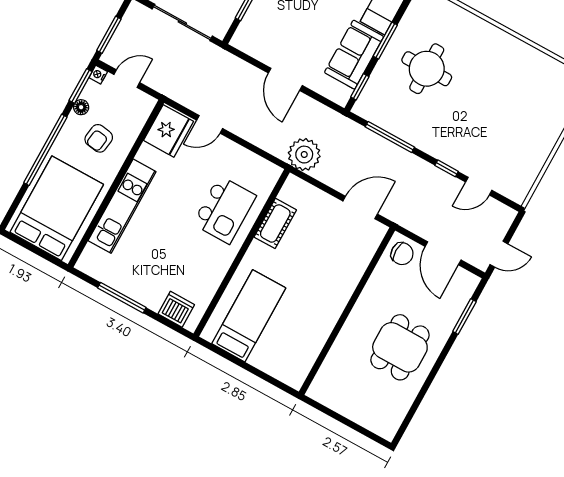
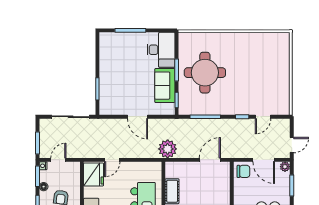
round table: (427, 69) -> (205, 73), width x1.36, depth x1.36
plant: (470, 282) -> (285, 167), added

